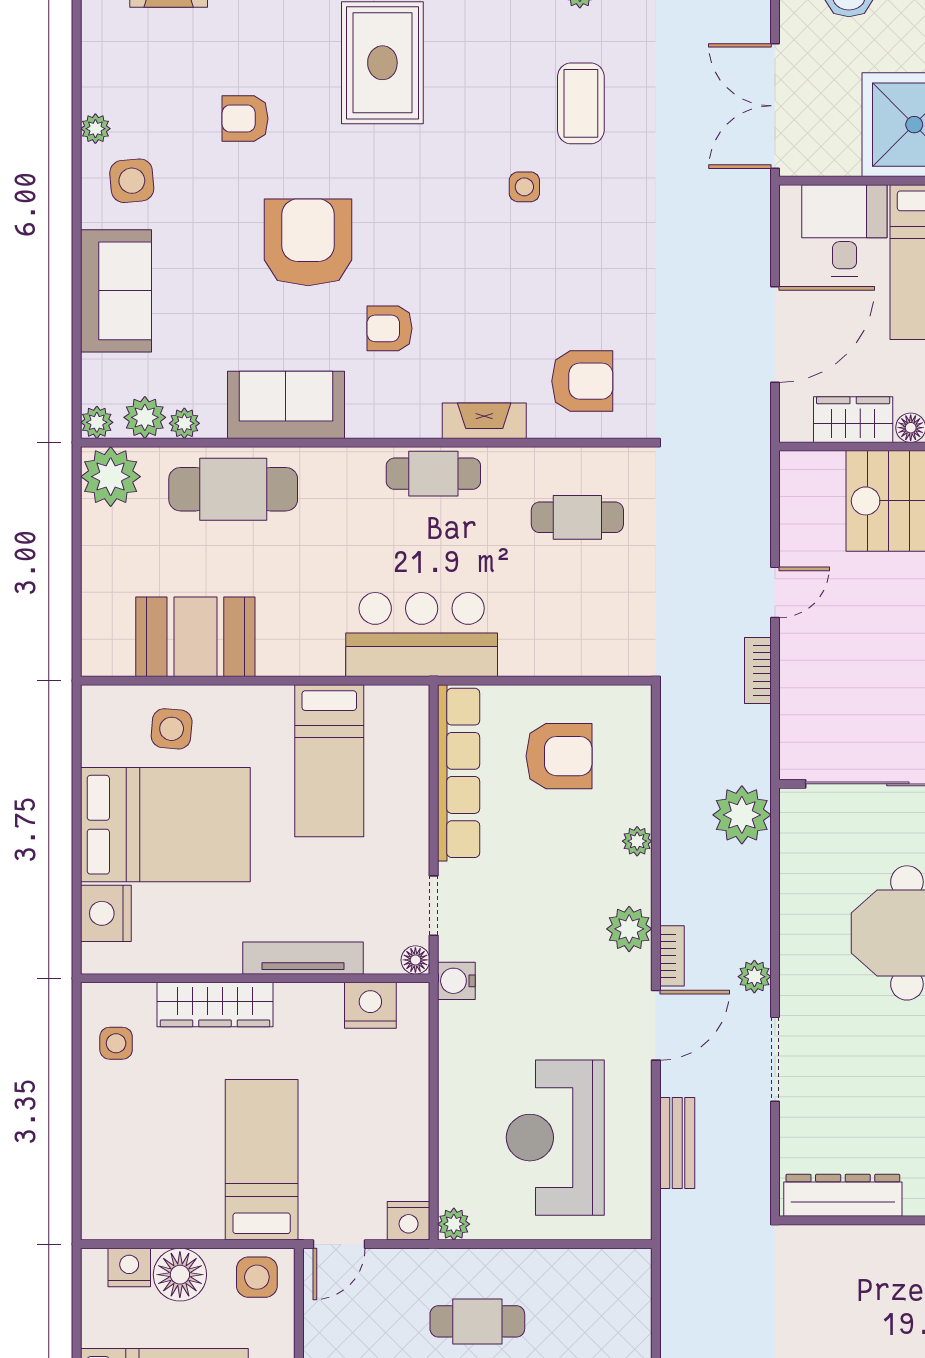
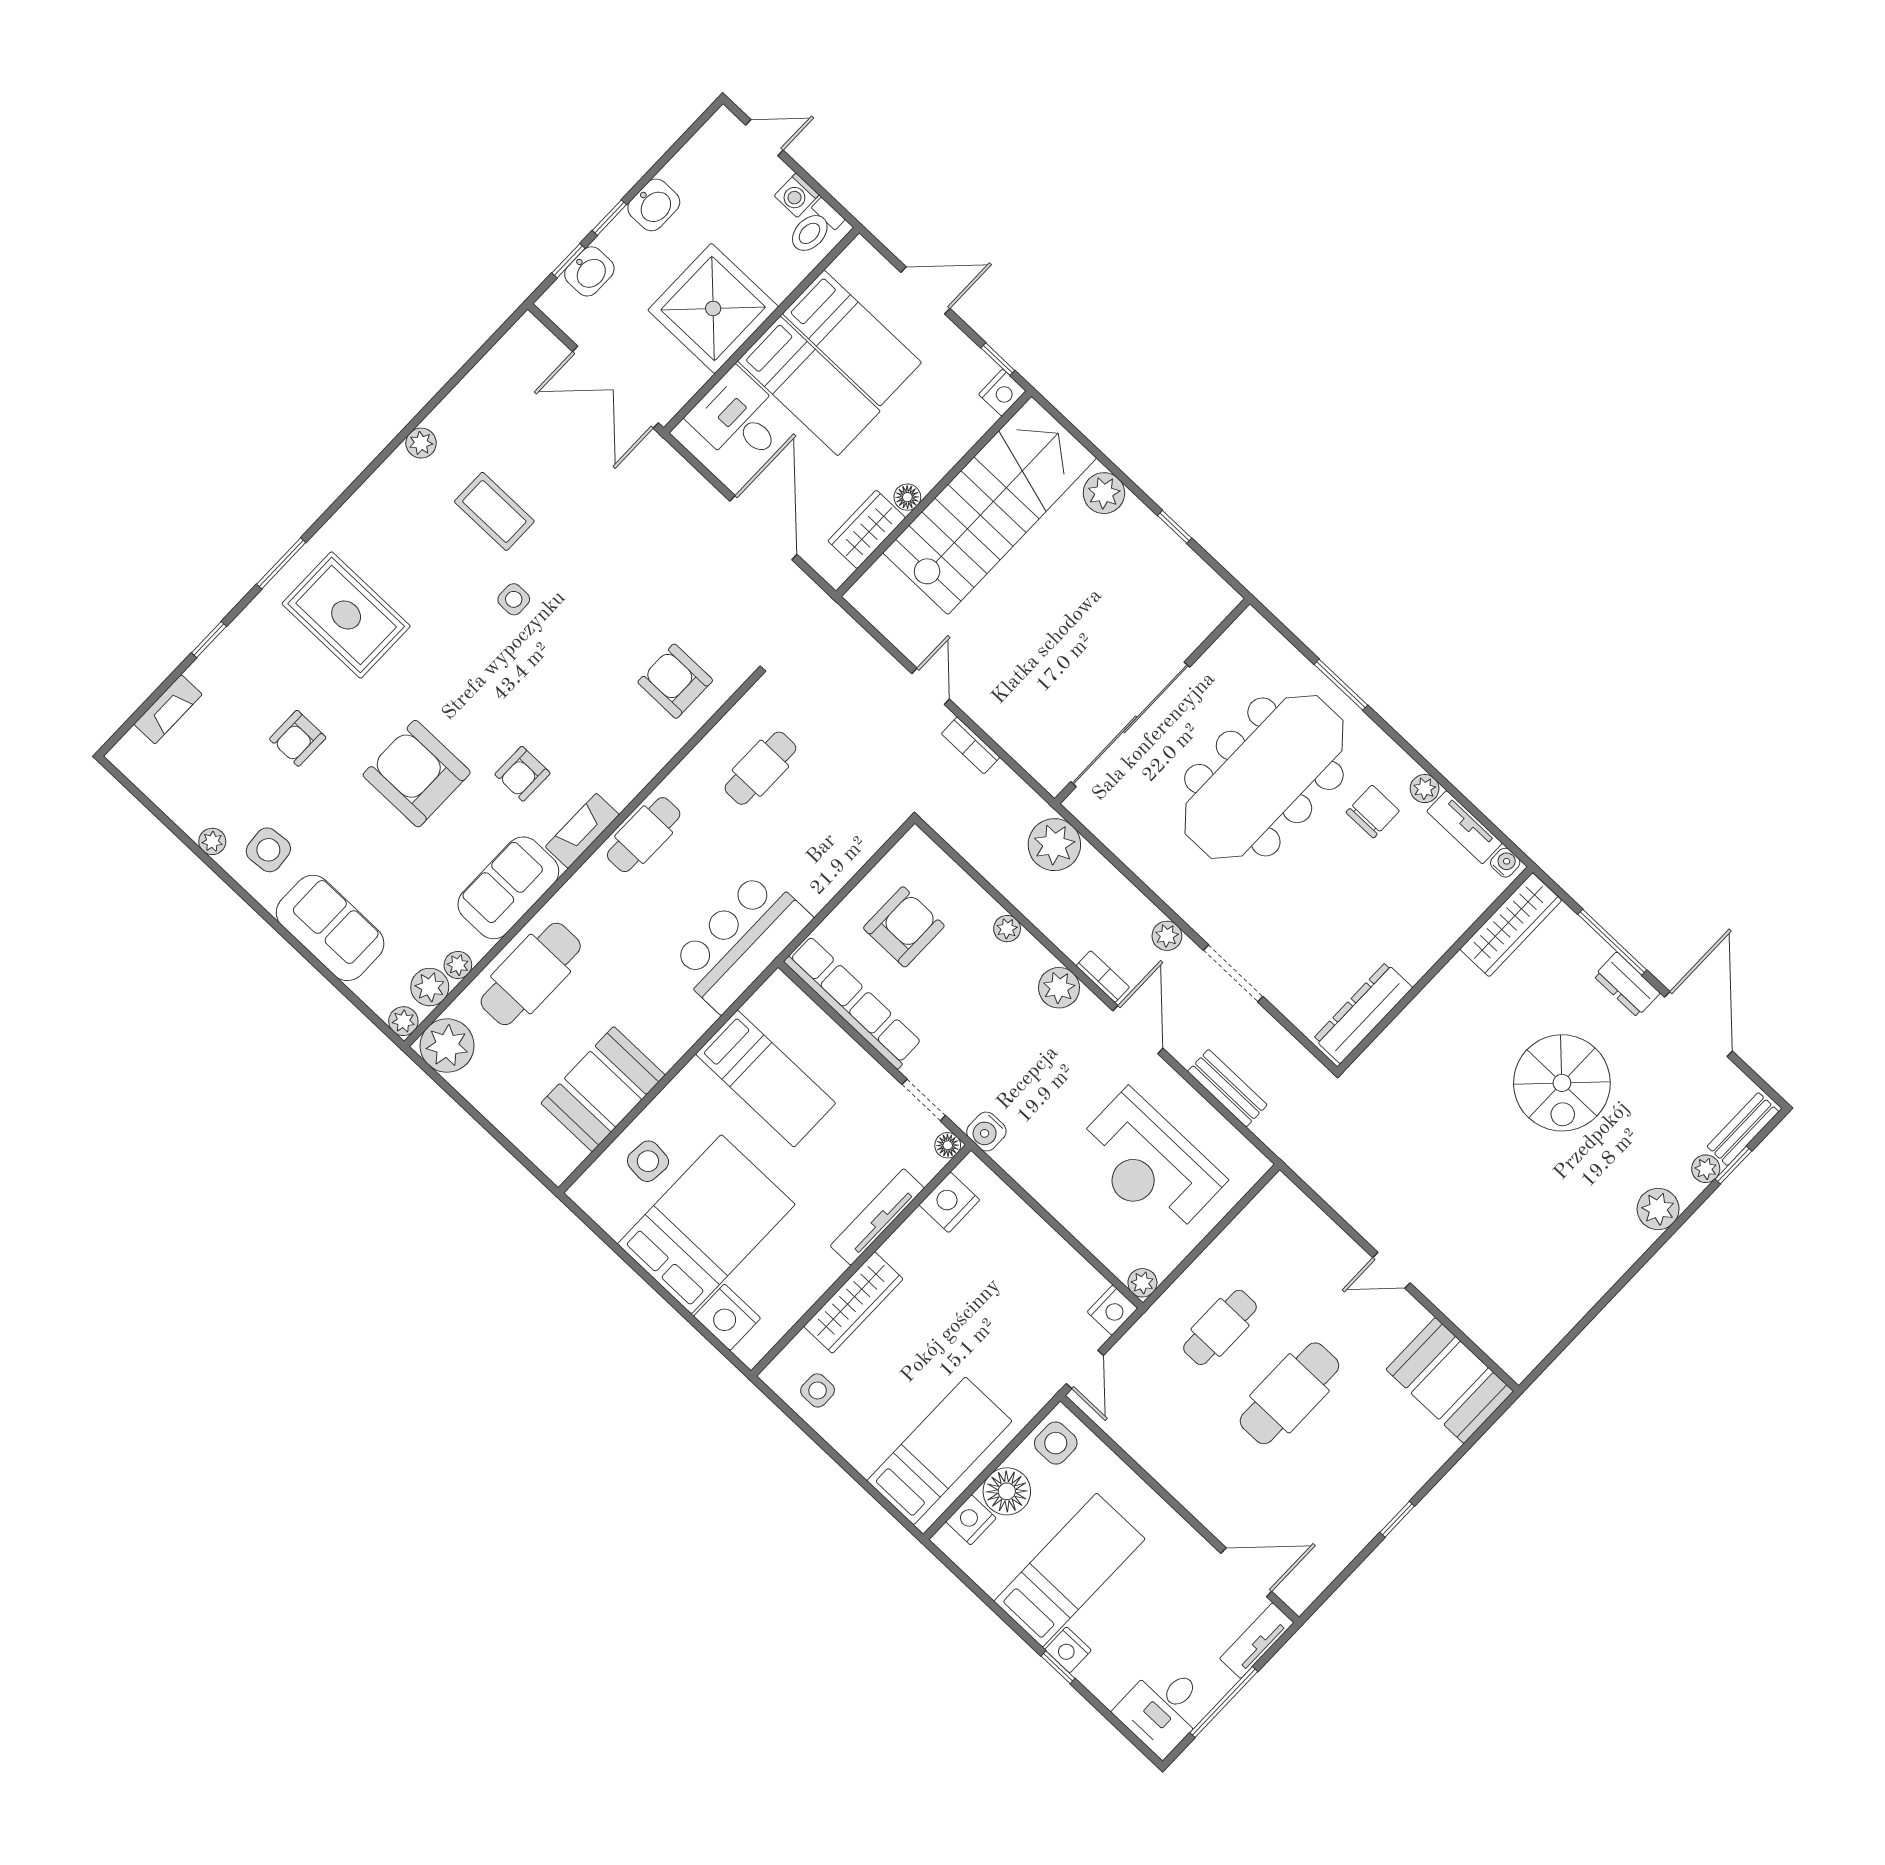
armchair: (582, 381) -> (675, 681), turned -90
fireplace: (484, 421) -> (582, 831), moved
bed: (262, 1160) -> (939, 1451), moved, turned 90

